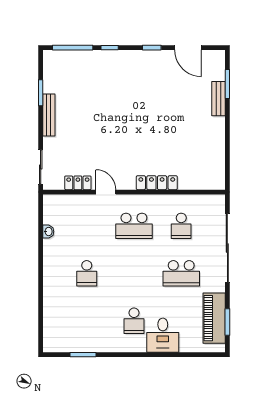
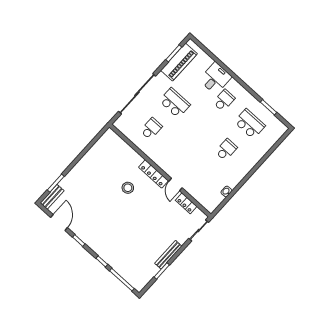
bench: (218, 99) -> (52, 197), moved
stool: (151, 145) -> (128, 188), added
locker: (157, 183) -> (154, 174), moved
school desk: (134, 226) -> (250, 124), moved

